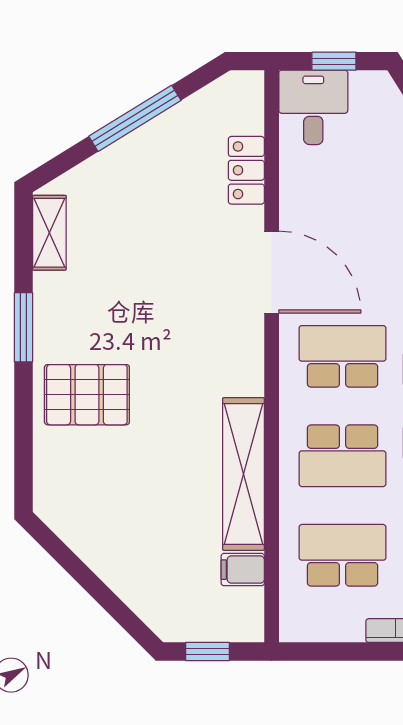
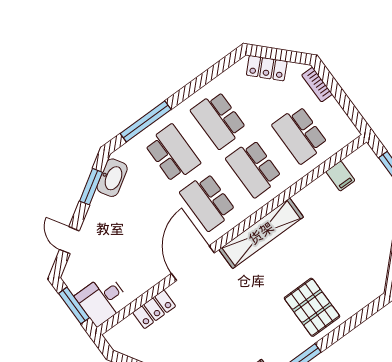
window: (334, 61) -> (74, 306), width x1.50
school desk: (343, 456) -> (254, 168), turned 180
shelving: (243, 474) -> (261, 233), moved

